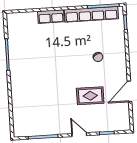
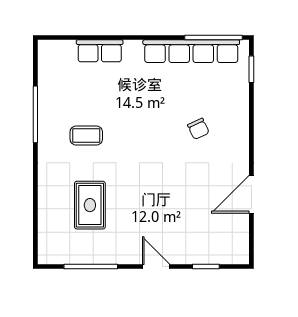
row of seats: (51, 17) -> (100, 51), moved
coffee table: (36, 65) -> (86, 136), added
rug: (90, 96) -> (90, 205), moved, turned 90

